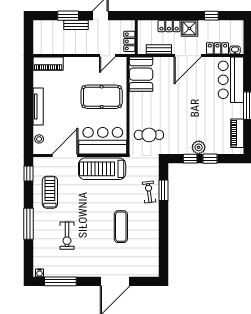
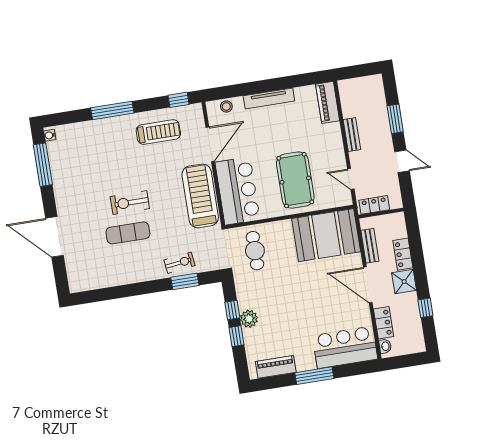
bench: (76, 25) -> (352, 135), moved
booth: (141, 74) -> (326, 235), width x1.36, depth x1.42
door: (65, 155) -> (210, 144), hinge flipped
exercise bike: (67, 236) -> (130, 203), moved

